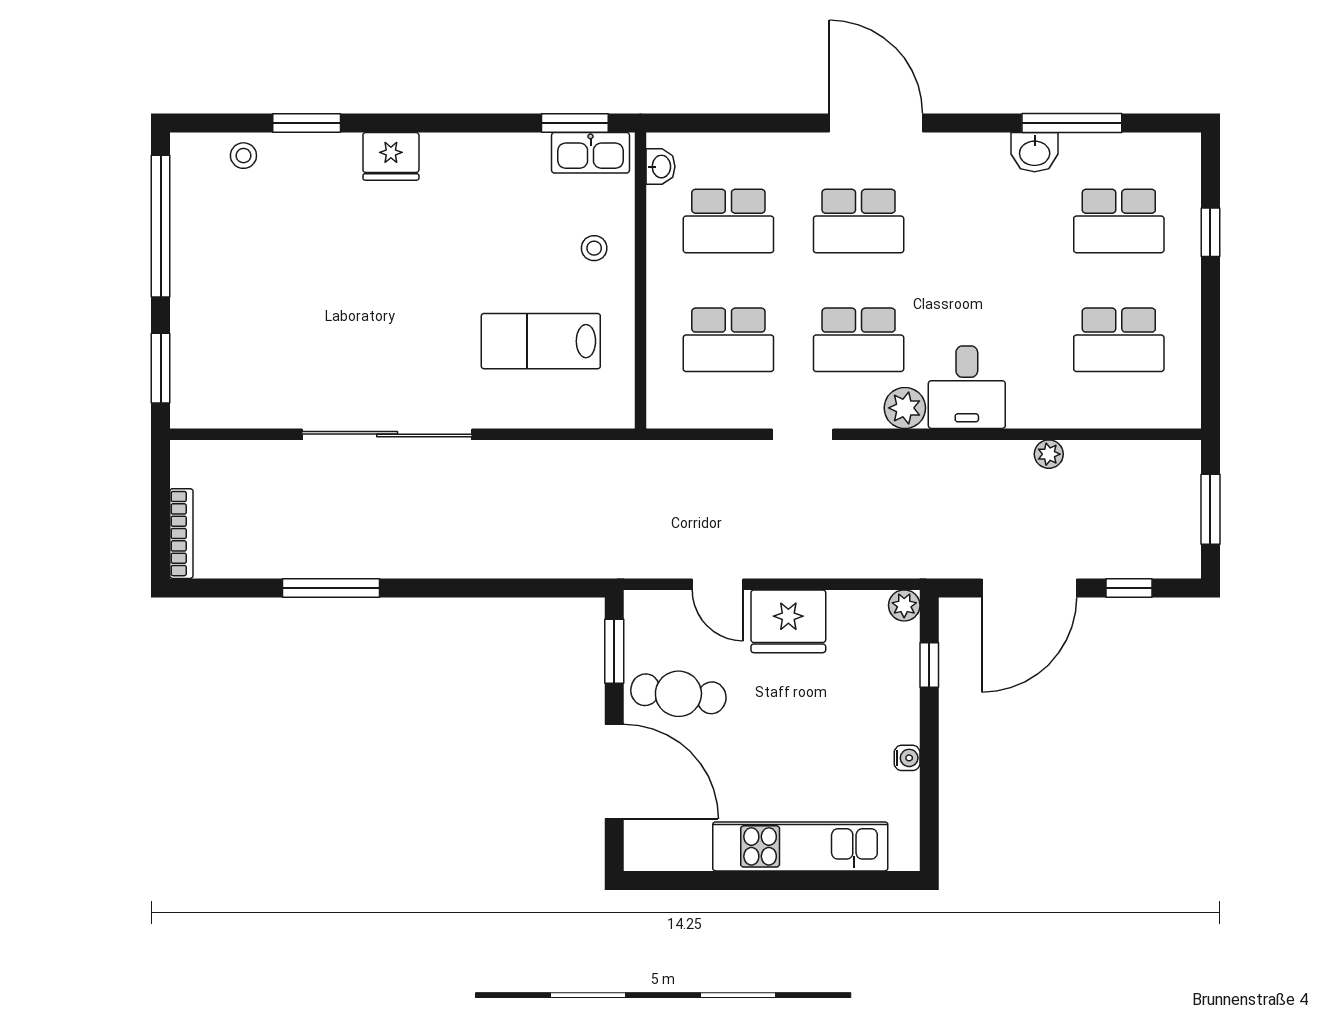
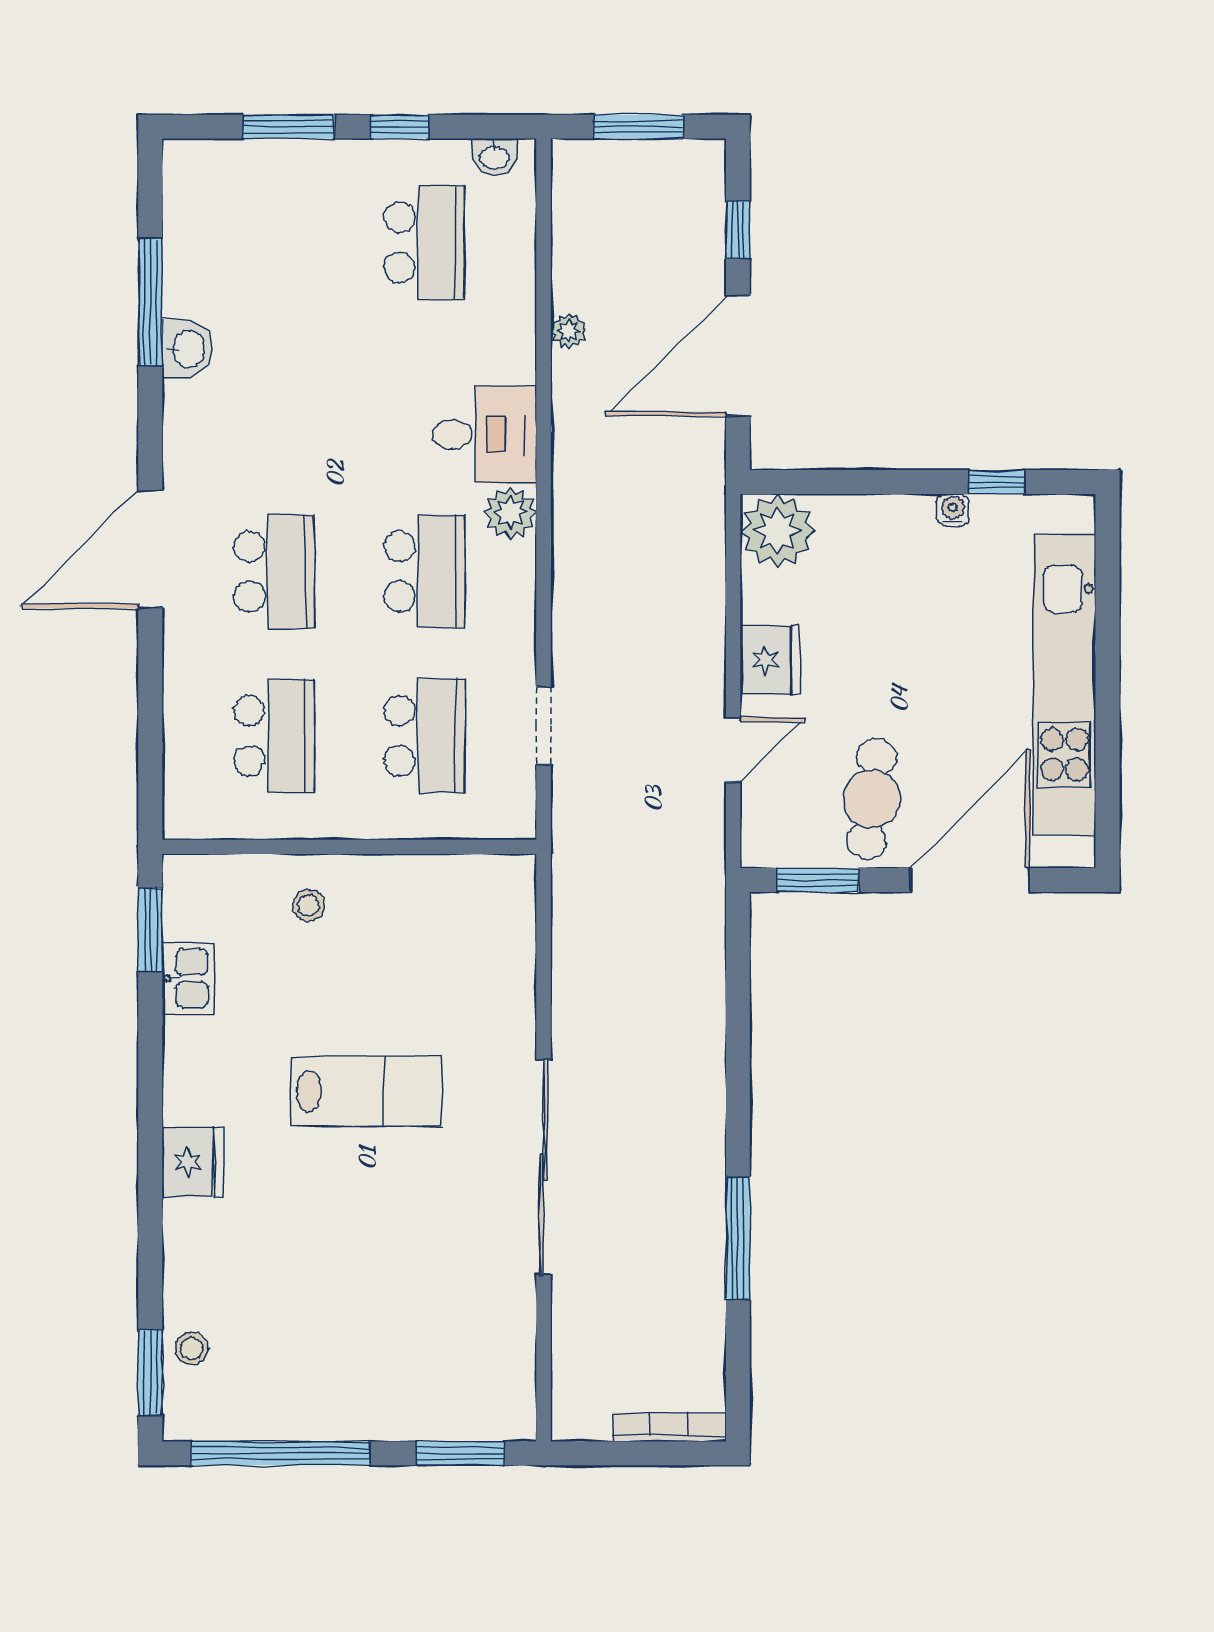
window: (307, 123) -> (150, 1373), moved
kitchen sink: (591, 153) -> (188, 978), moved, width x0.73
washbasin: (661, 167) -> (494, 157), moved, turned 180
school desk: (1119, 221) -> (274, 242), removed
window: (1210, 232) -> (288, 127), width x1.50
window: (1210, 320) -> (400, 127), added
lab bench: (541, 341) -> (366, 1091), moved, turned -90
doorway: (803, 434) -> (544, 726), moved
door: (1029, 588) -> (738, 356), swing flipped
plant: (904, 605) -> (777, 531), width x1.87, depth x1.87
fridge: (788, 621) -> (770, 660), width x0.73, depth x0.75
window: (929, 665) -> (997, 482), moved
kitchen unit: (800, 846) -> (1064, 685), width x1.36

